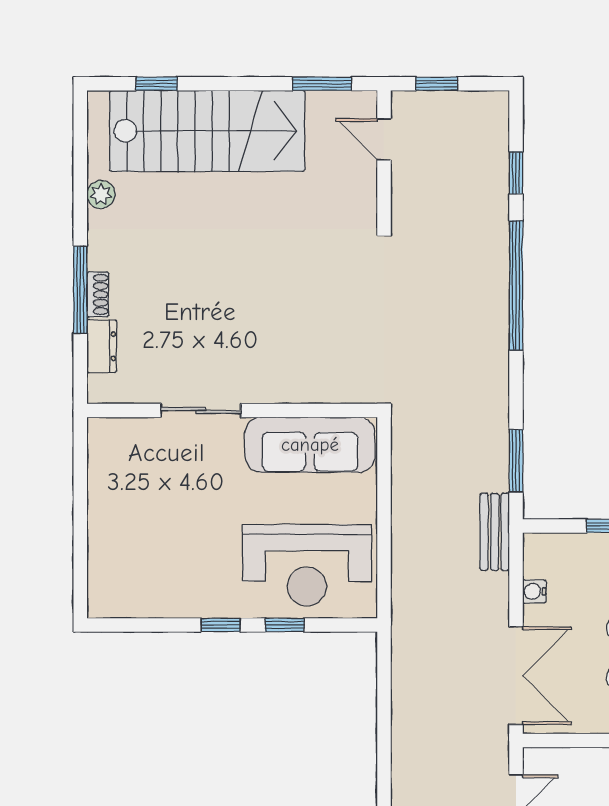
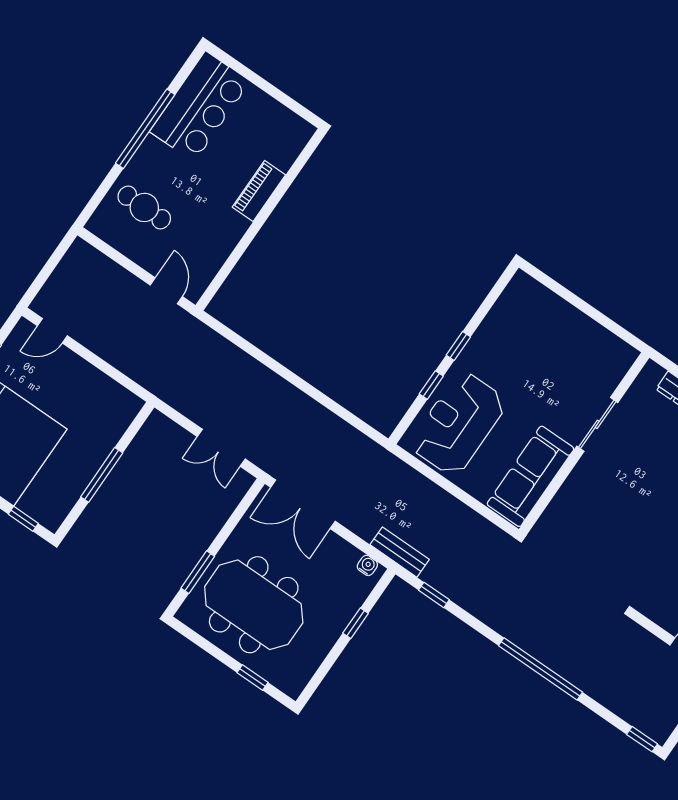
window: (516, 173) -> (642, 739), moved
window: (516, 461) -> (434, 595), width x0.67
water cooler: (534, 591) -> (367, 565), moved

